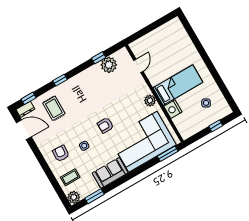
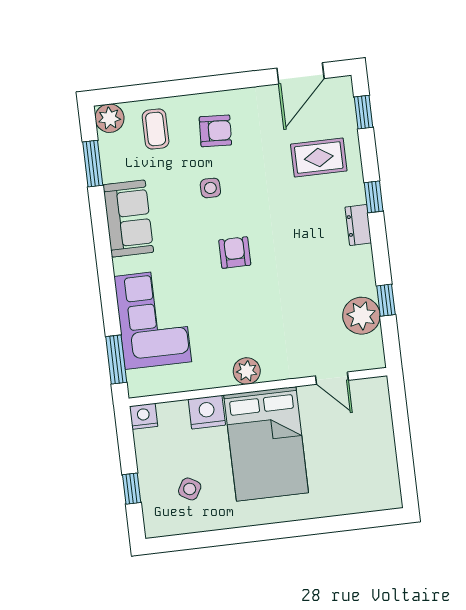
bed: (178, 85) -> (266, 444), width x1.50
dresser: (25, 109) -> (358, 225), moved
nightstand: (185, 133) -> (144, 416), added
corner sofa: (143, 142) -> (153, 319), width x0.73, depth x0.74

